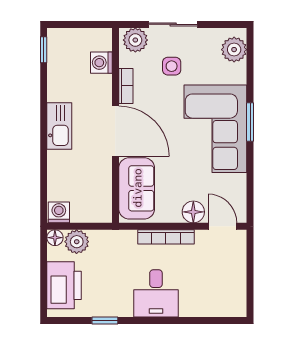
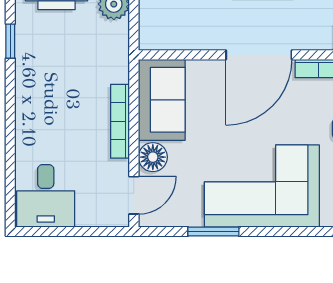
window: (250, 122) -> (213, 231), moved
sofa: (137, 188) -> (162, 100), moved, turned -90
desk: (156, 293) -> (46, 196), moved, turned -90

